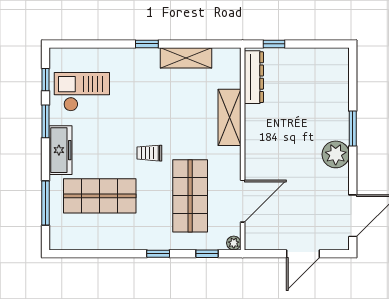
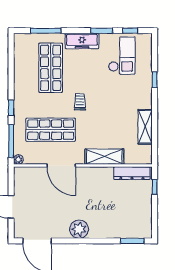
window: (147, 44) -> (155, 80), moved
window: (353, 129) -> (132, 241), moved
door: (243, 201) -> (61, 165), moved
window: (207, 254) -> (11, 141), width x2.17

